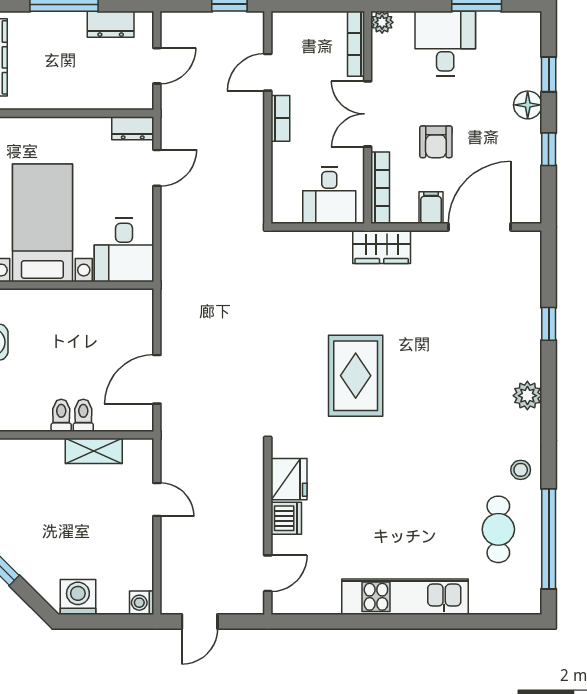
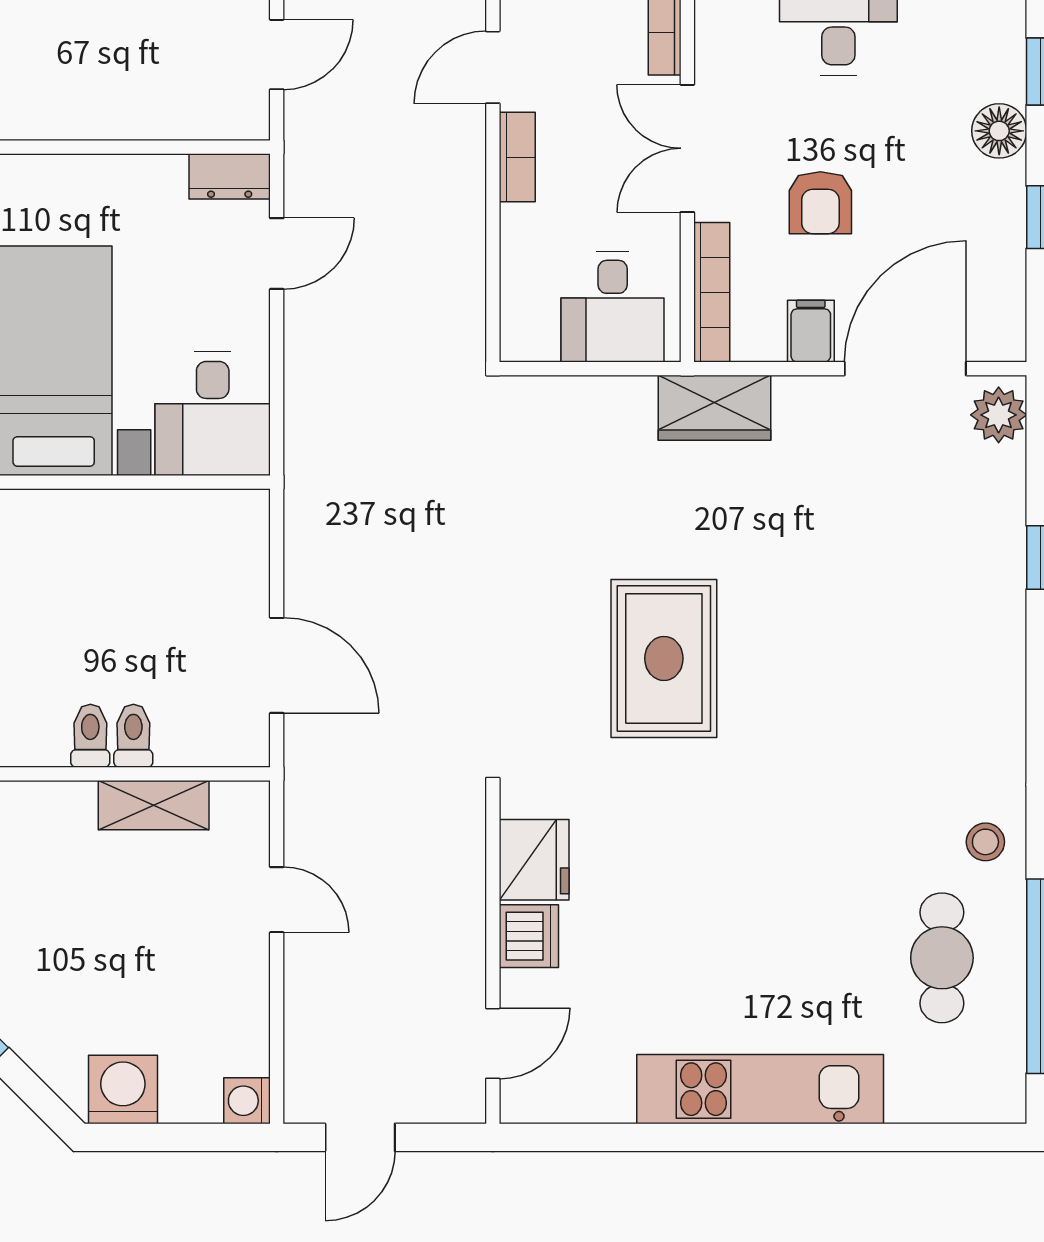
door: (157, 379) -> (277, 665), swing flipped
plant: (527, 396) -> (999, 415), moved

